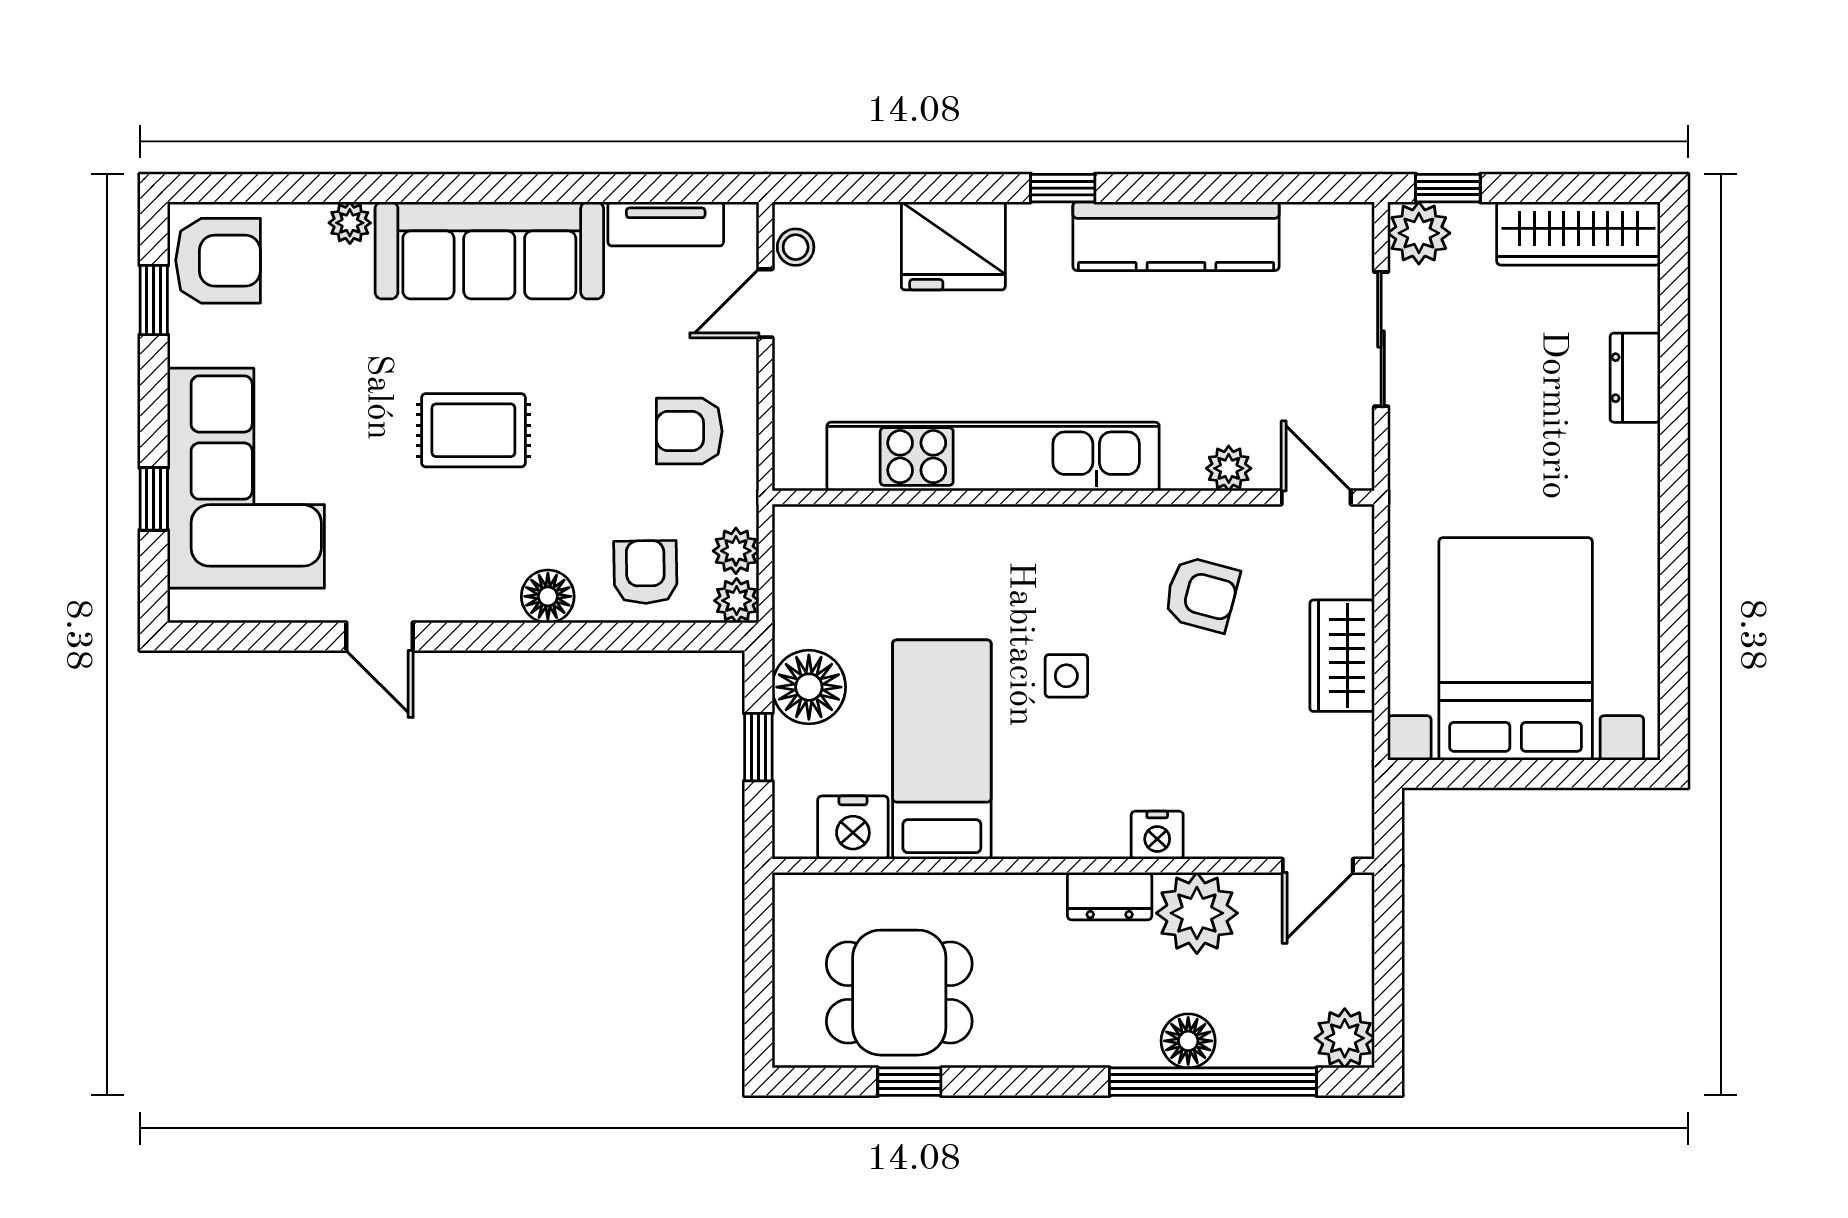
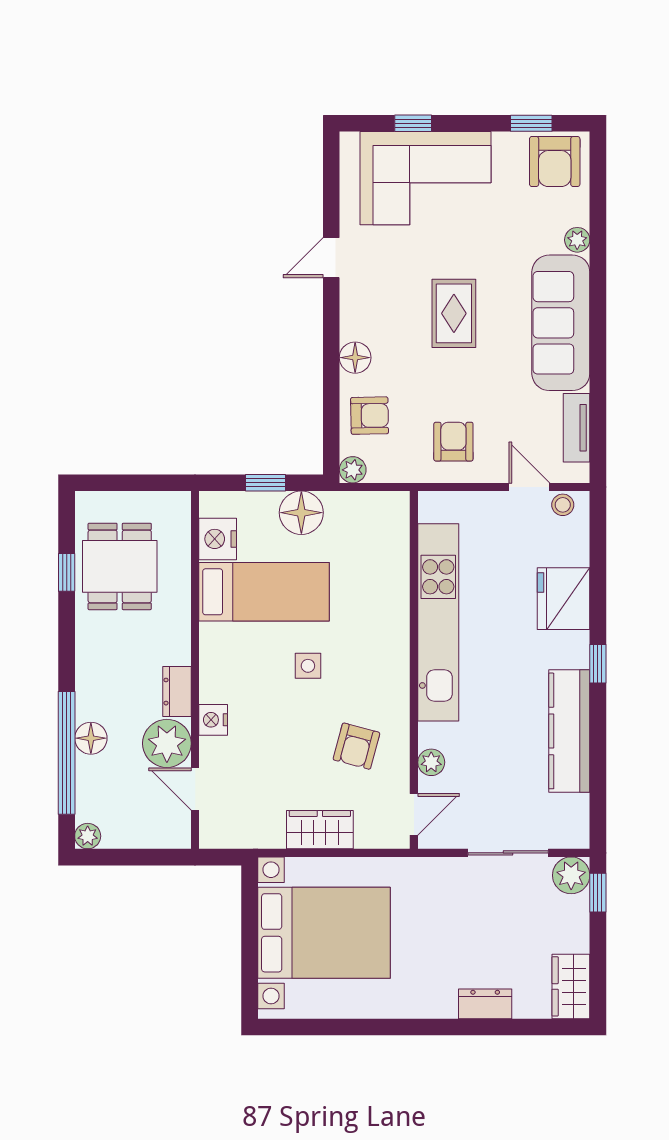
wardrobe: (1578, 233) -> (571, 986), width x0.67
plant: (736, 551) -> (382, 469), removed
door: (1318, 866) -> (195, 789), moved
plant: (1345, 1038) -> (88, 836), width x0.73, depth x0.73

